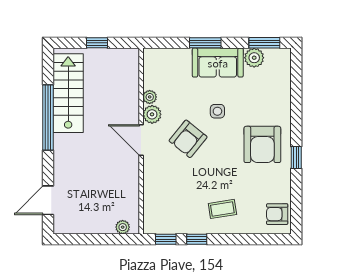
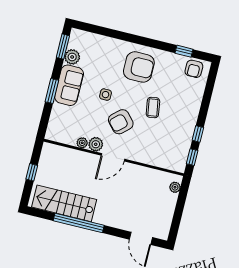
armchair: (188, 139) -> (121, 122), turned 99
window: (296, 157) -> (184, 51), moved
coffee table: (222, 209) -> (153, 108), moved

